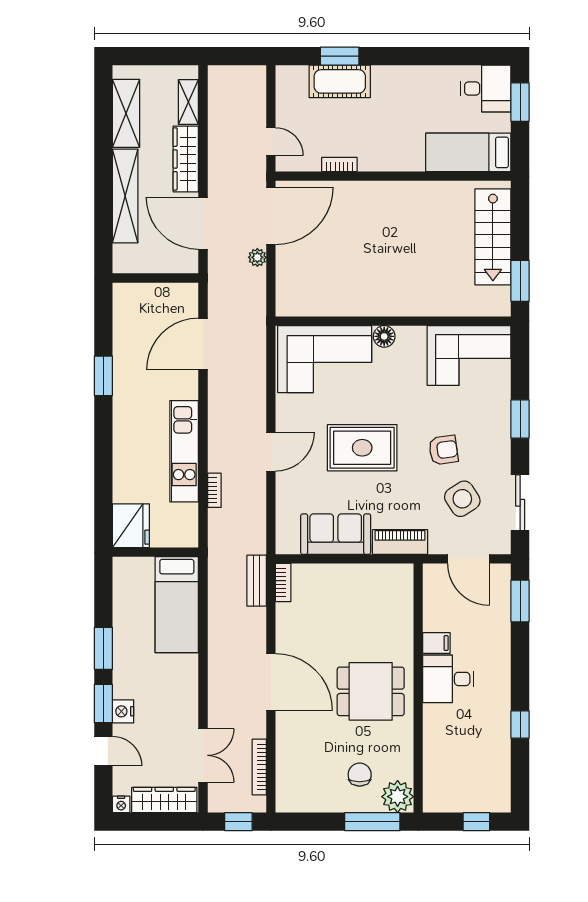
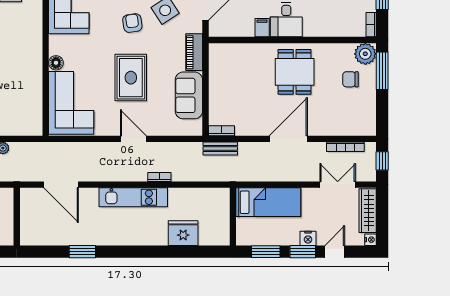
wall: (155, 552) -> (233, 217), moved
bed: (177, 605) -> (268, 202), moved
bookcase: (441, 805) -> (371, 25), added

